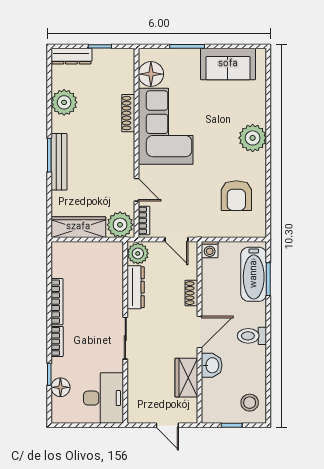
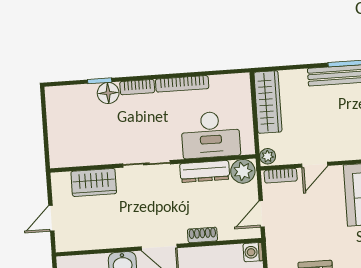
plant: (120, 225) -> (268, 156), width x0.53, depth x0.53
wardrobe: (186, 378) -> (94, 182), moved, turned 180
floor lamp: (60, 387) -> (108, 93), moved
desk: (104, 398) -> (211, 135), moved

